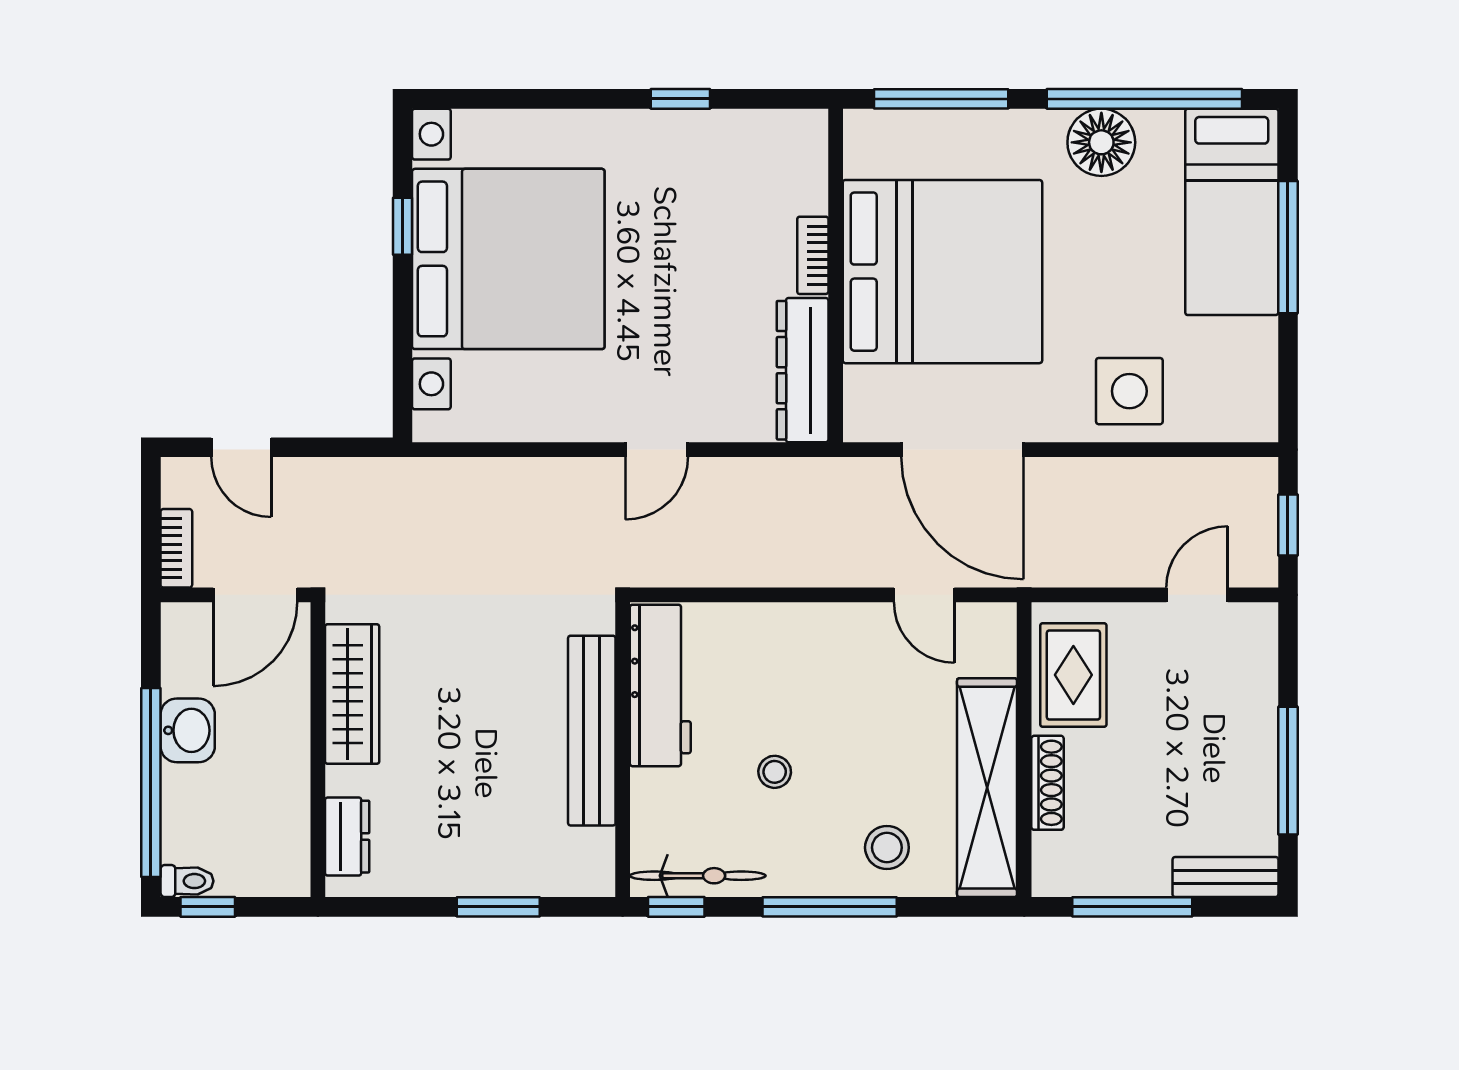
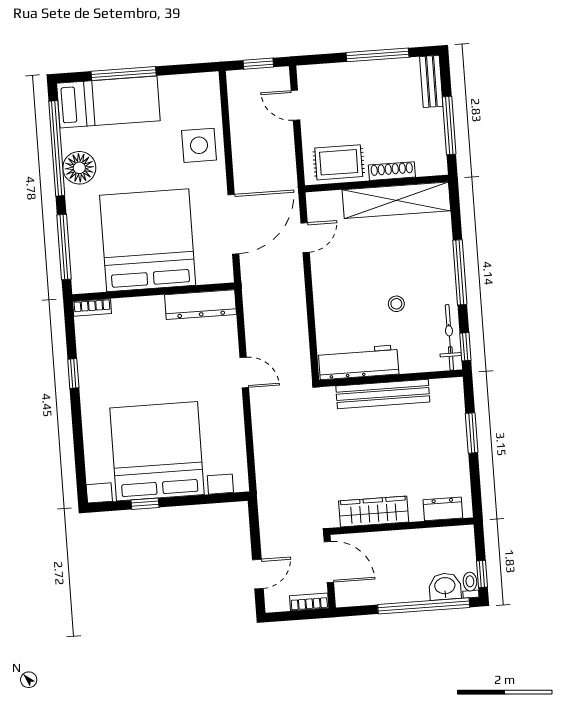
bookcase: (813, 255) -> (92, 308), moved
washbasin: (188, 730) -> (445, 586), moved
stool: (887, 848) -> (429, 247), removed

